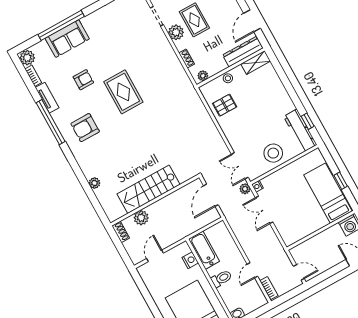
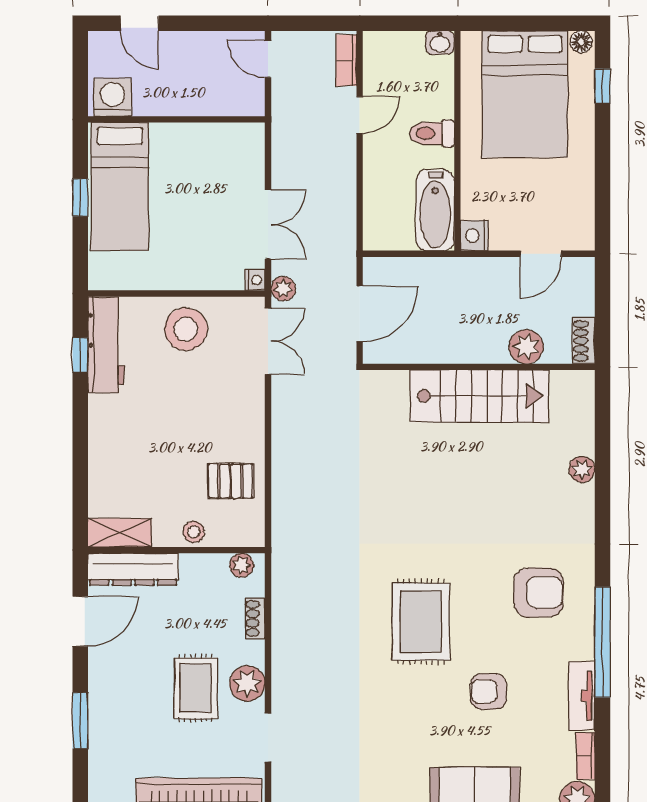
nightstand: (190, 260) -> (474, 236), moved

